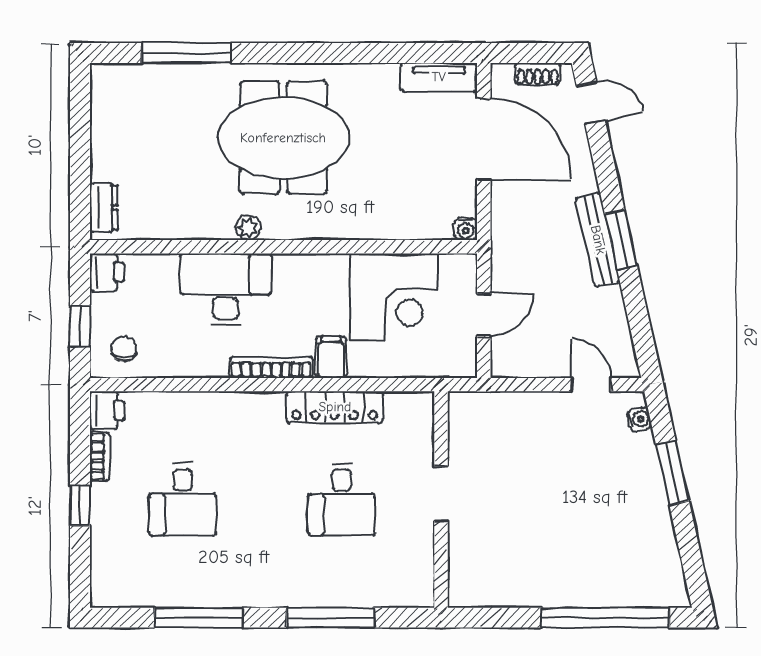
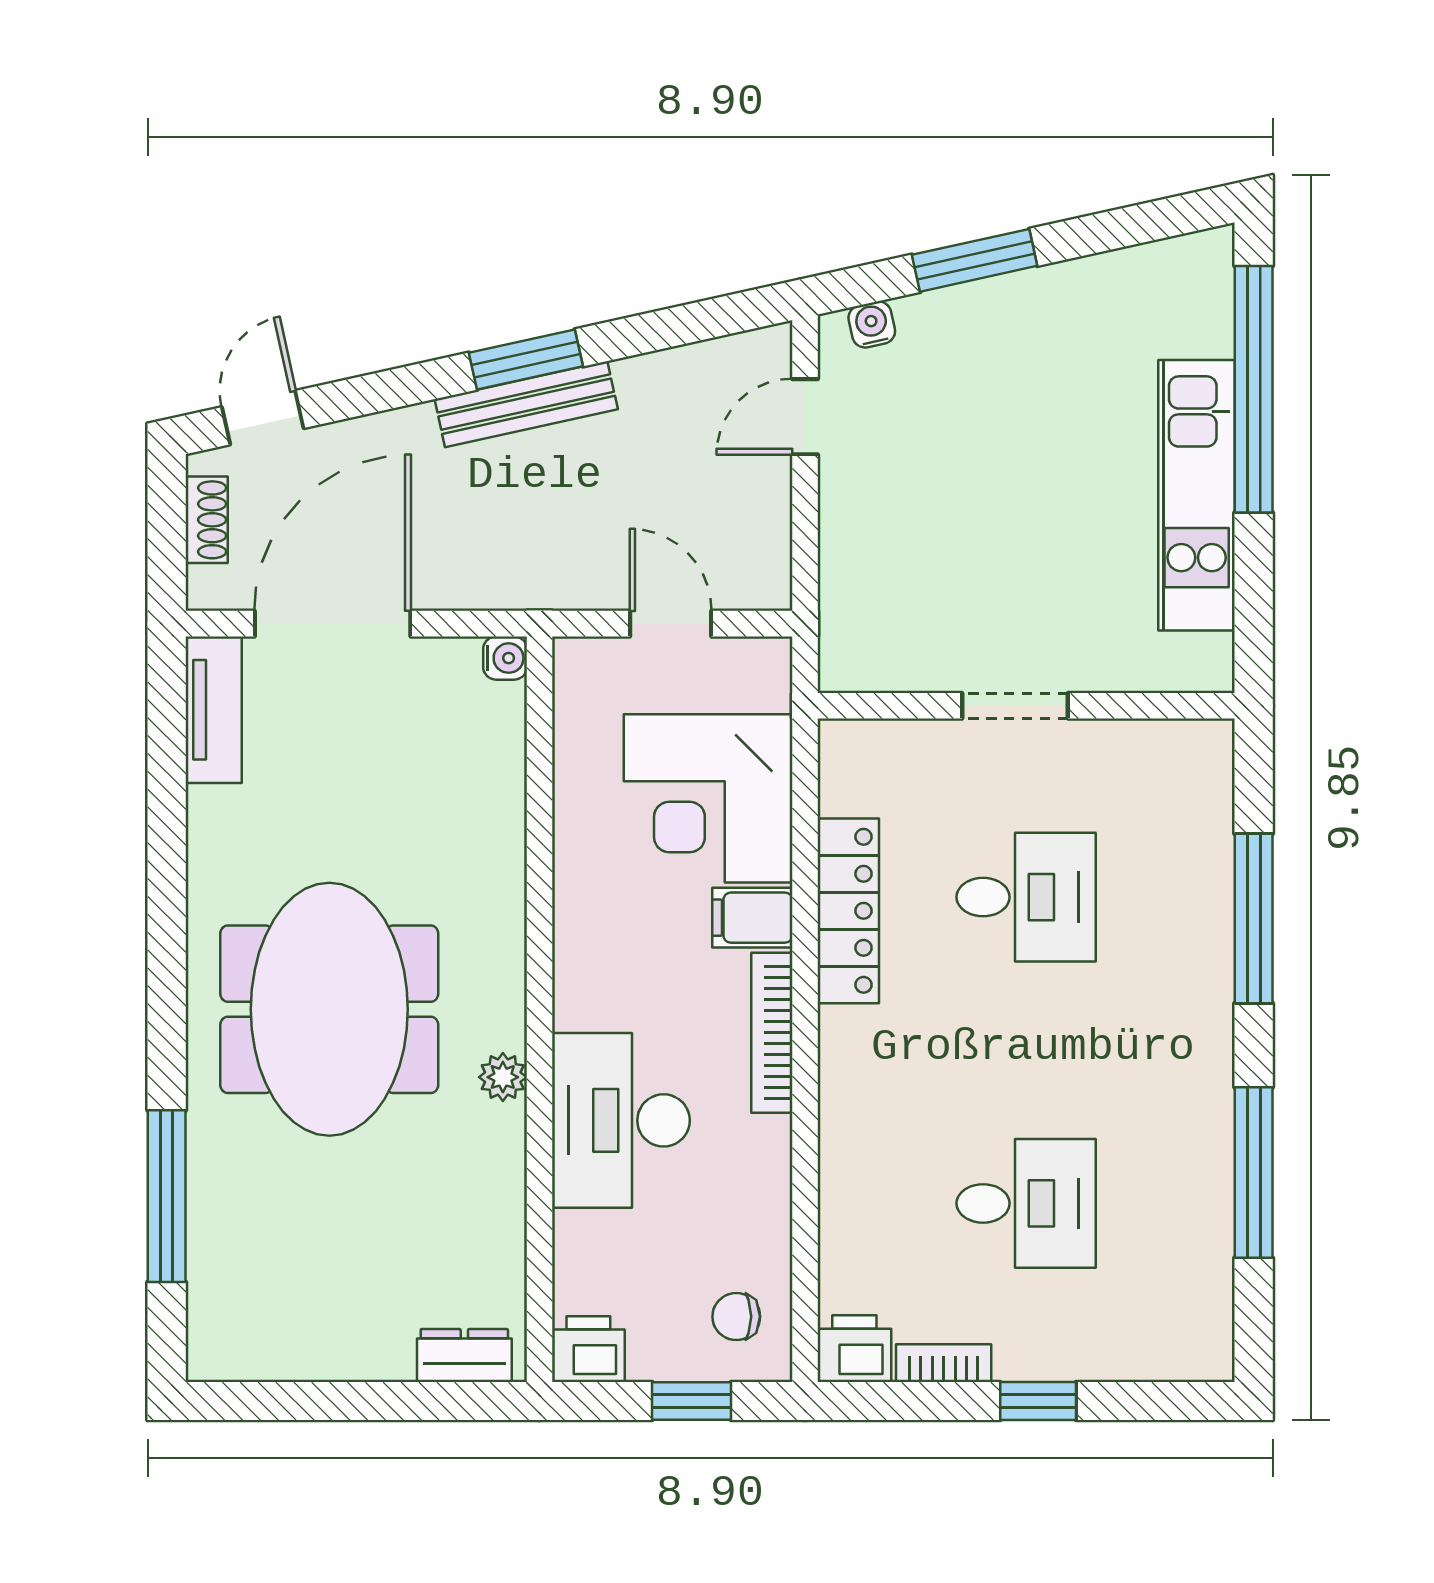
corner desk: (394, 297) -> (708, 798), moved, turned 180
kitchen unit: (550, 588) -> (1197, 495), added

